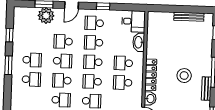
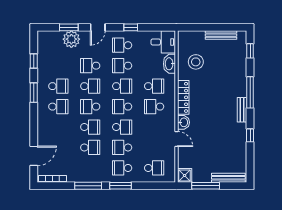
school desk: (93, 62) -> (122, 86), turned 180
school desk: (123, 63) -> (154, 86), turned 180
stool: (184, 76) -> (196, 62), moved

